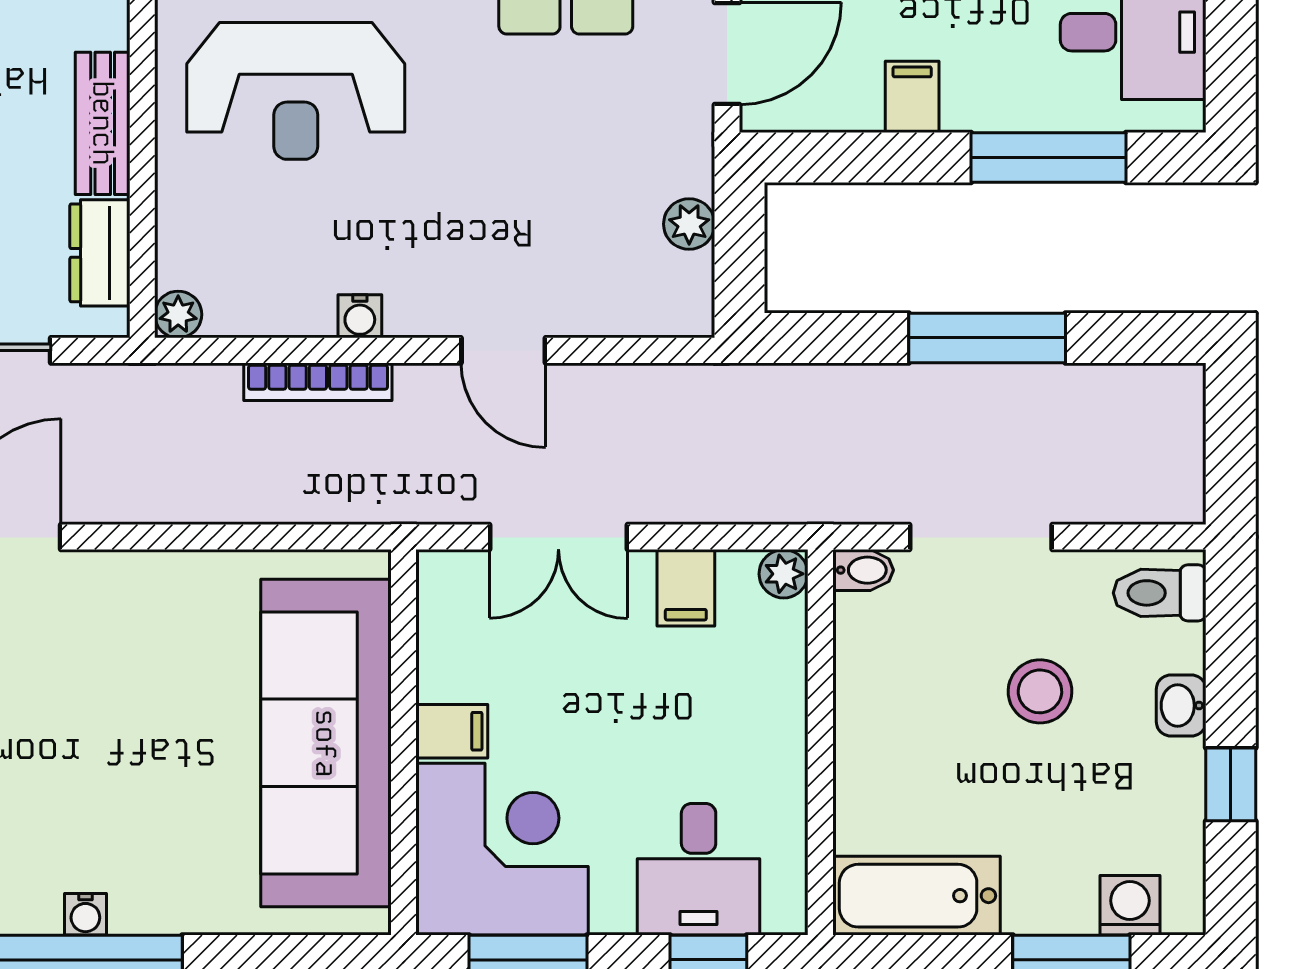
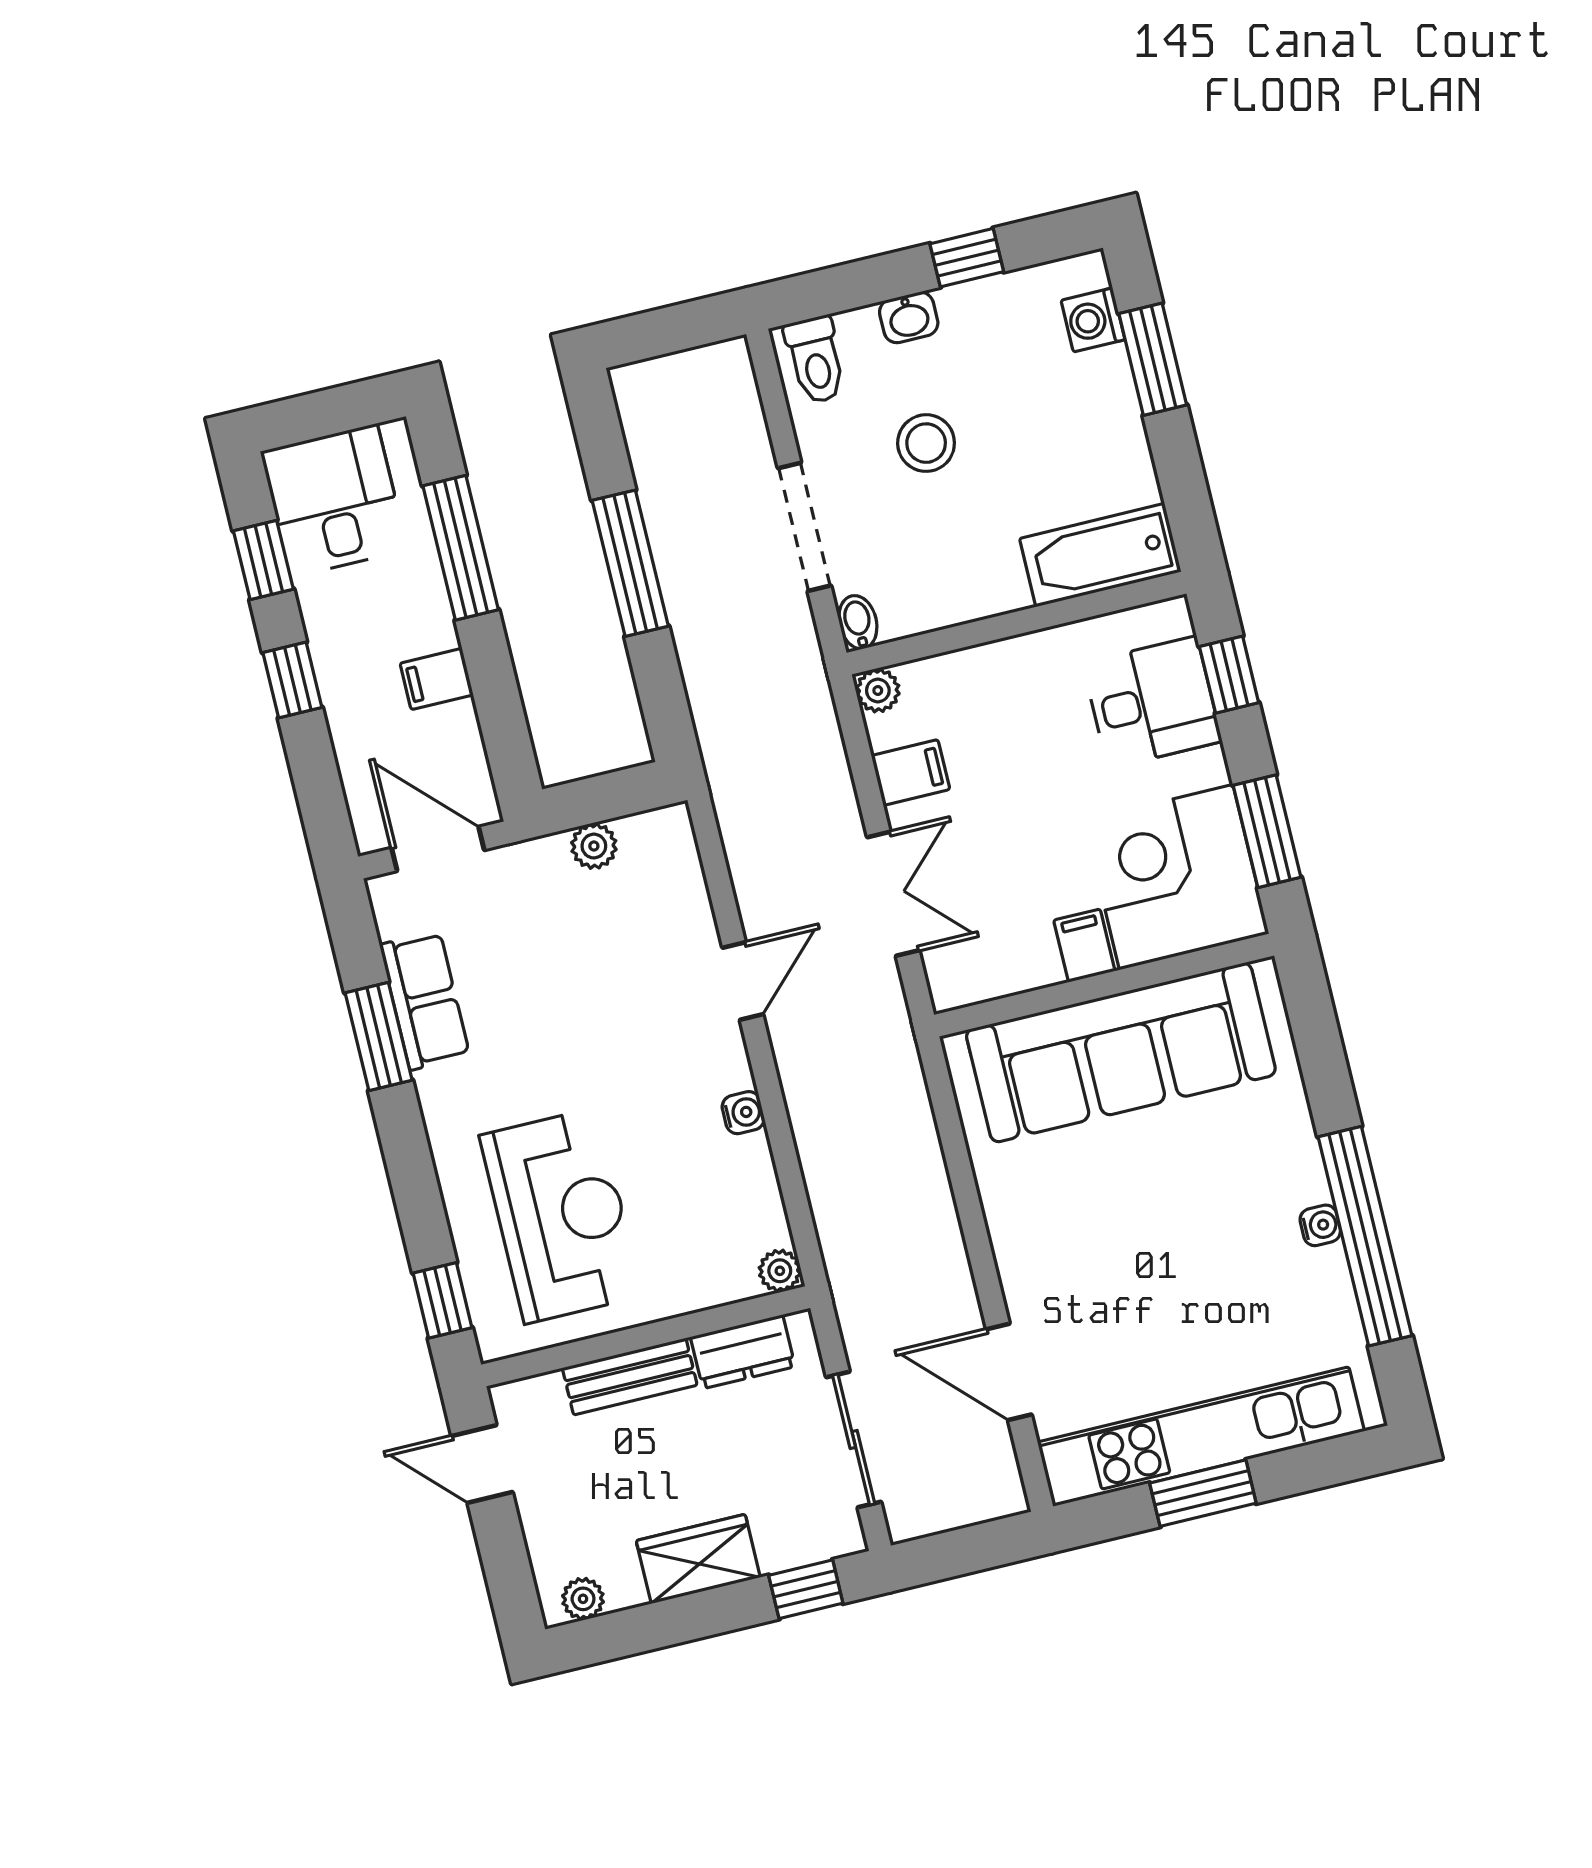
bookcase: (318, 382) -> (809, 1135), removed
bathtub: (916, 896) -> (1100, 555), moved, turned 90

